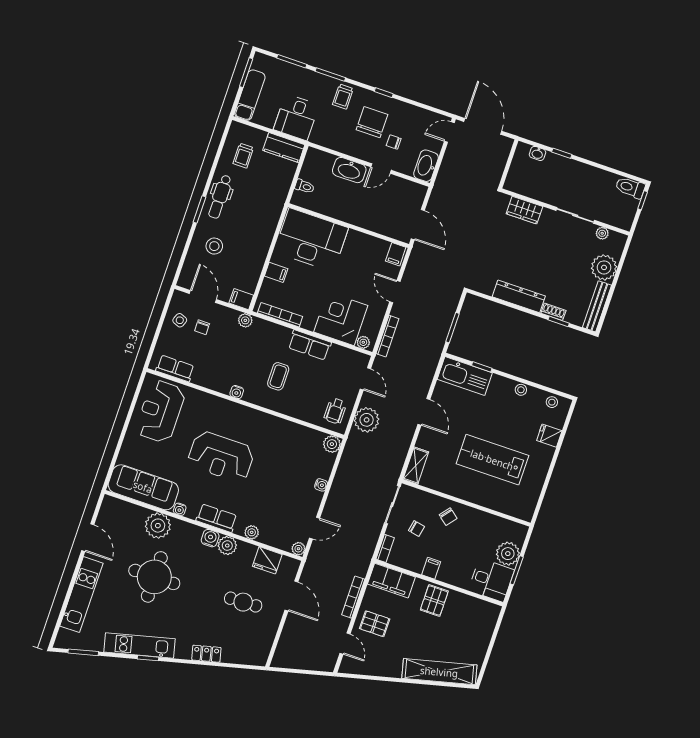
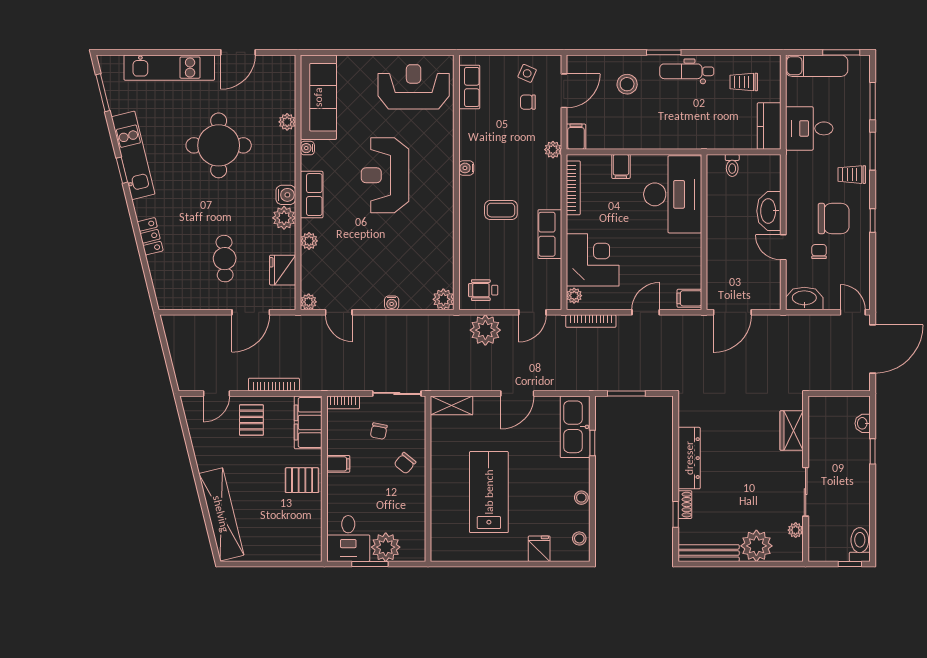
plant: (158, 526) -> (287, 122), width x0.53, depth x0.53

